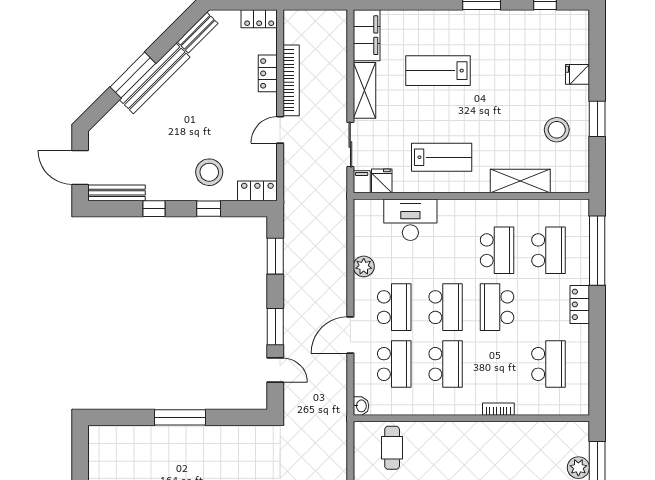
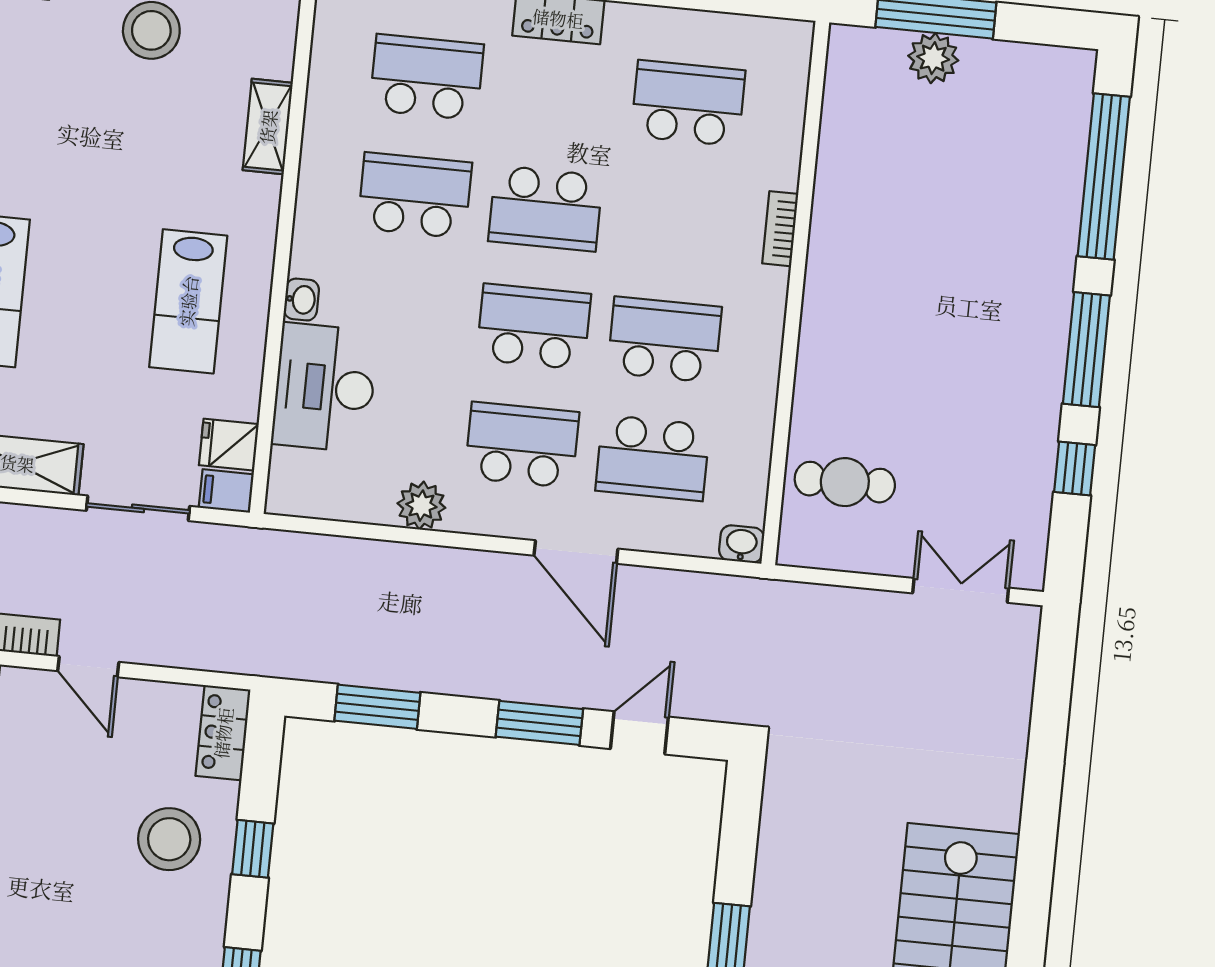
lab bench: (442, 157) -> (188, 301), turned 180
shelving: (520, 181) -> (268, 127), width x0.67, depth x0.75
washbasin: (447, 206) -> (301, 300), added
school desk: (394, 364) -> (653, 458), turned 180

